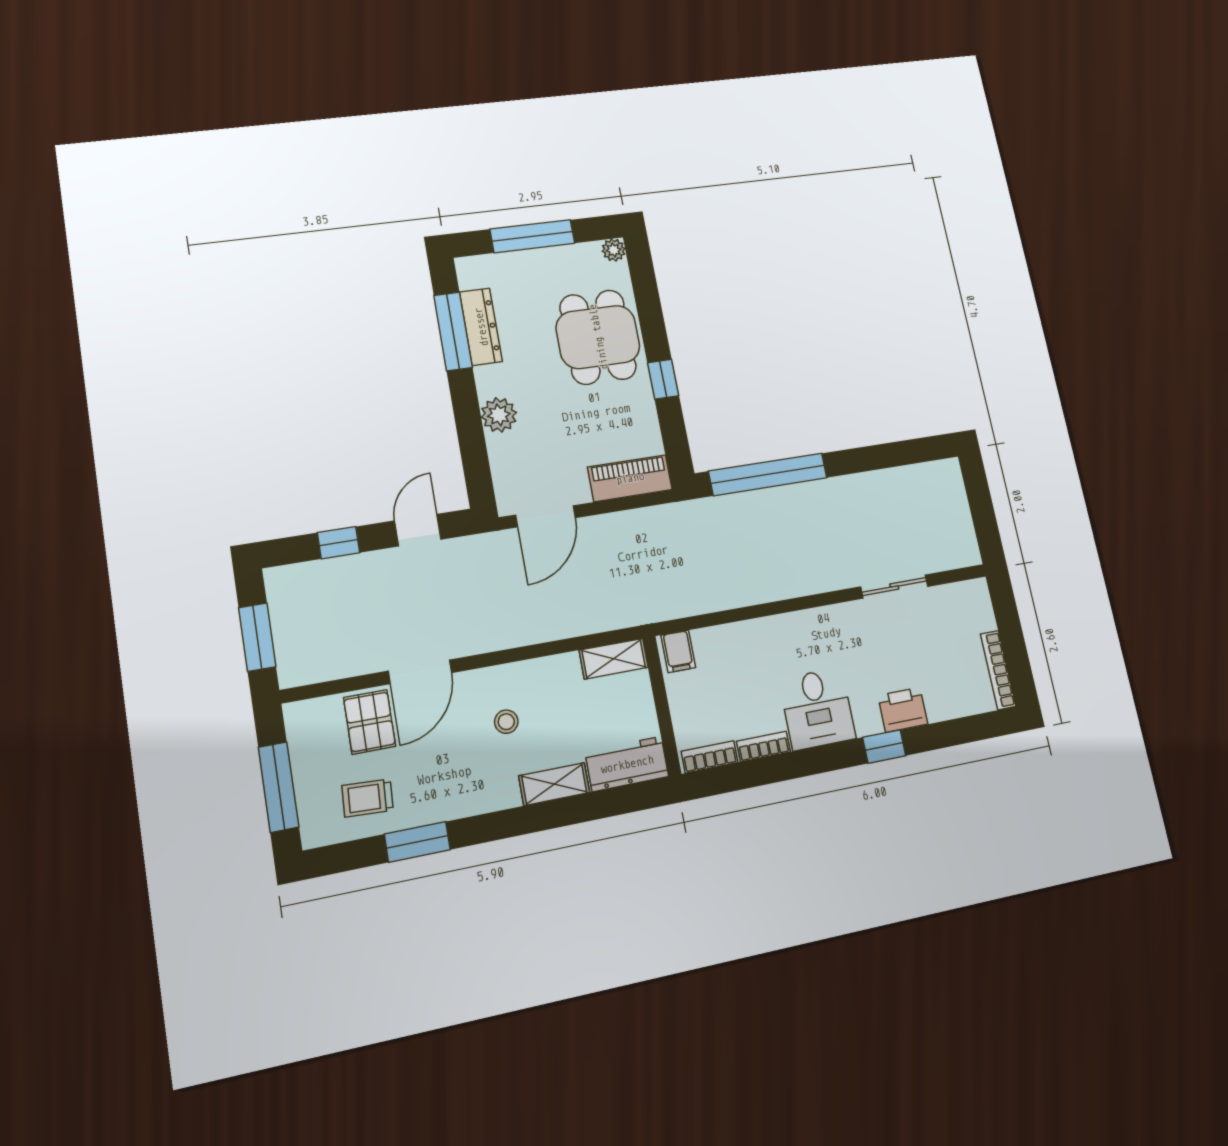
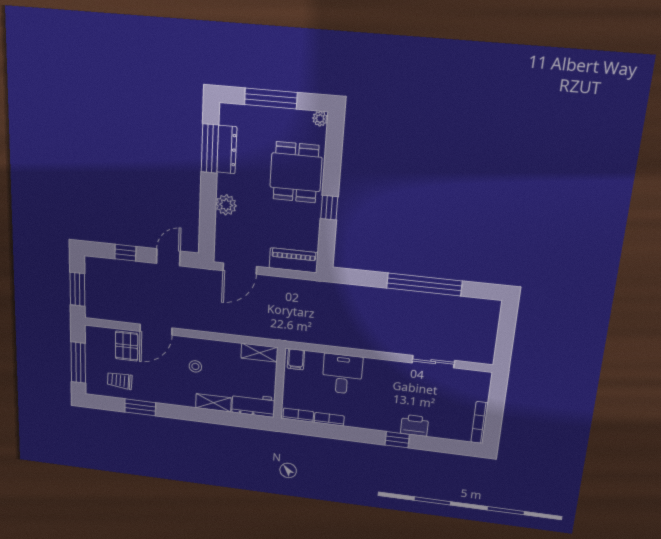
window: (768, 474) -> (424, 285), moved
desk: (817, 709) -> (342, 374), moved, turned 180

